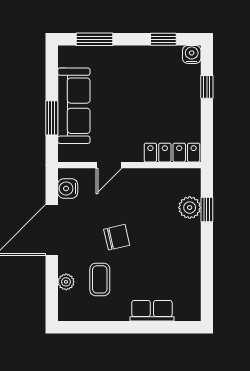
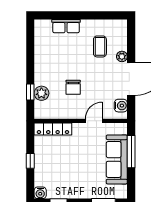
window: (207, 87) -> (30, 161), moved
window: (52, 118) -> (131, 152), width x1.44
chair: (117, 237) -> (73, 87), moved, turned -77
plant: (66, 282) -> (122, 56), moved

